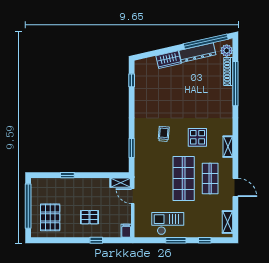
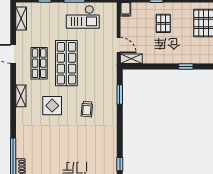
pallet: (89, 217) -> (163, 23), turned 90

